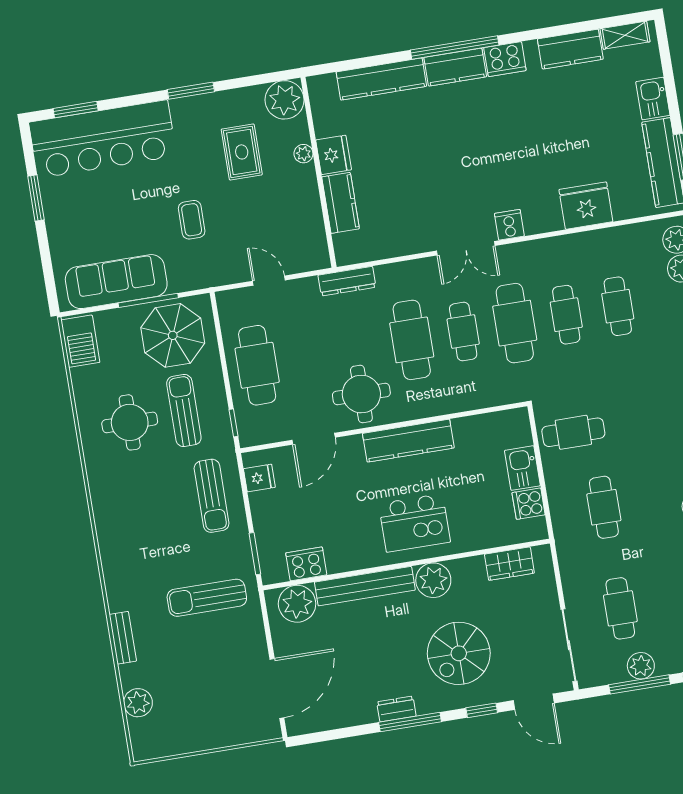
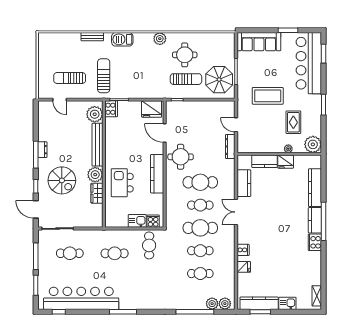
kitchen counter: (570, 49) -> (244, 183), moved, turned 180
rug: (242, 152) -> (293, 122), turned 90
fridge: (586, 206) -> (244, 267), width x0.53, depth x0.75
coffee table: (192, 220) -> (268, 96), width x1.86, depth x1.72
cooker: (509, 225) -> (243, 250), moved
door: (269, 281) -> (236, 125), swing flipped
dresser: (347, 281) -> (230, 146), moved
sofa: (116, 282) -> (259, 42), moved, turned 90
barbecue: (80, 341) -> (122, 39), moved
cafe table: (257, 365) -> (200, 114), removed
fridge: (259, 478) -> (152, 109), width x1.88, depth x1.34
sun lounger: (212, 496) -> (70, 78), moved
cooker: (529, 504) -> (153, 221), moved
kitchen island: (415, 523) -> (122, 183), moved
cooker: (306, 564) -> (111, 109), moved
wardrobe: (509, 564) -> (97, 193), moved
spiral stairs: (459, 653) -> (62, 180), turned 180
plant: (641, 666) -> (44, 258), removed
door: (277, 688) -> (60, 100), width x0.53
door: (534, 702) -> (36, 209), hinge flipped
plant: (138, 703) -> (160, 39), moved

